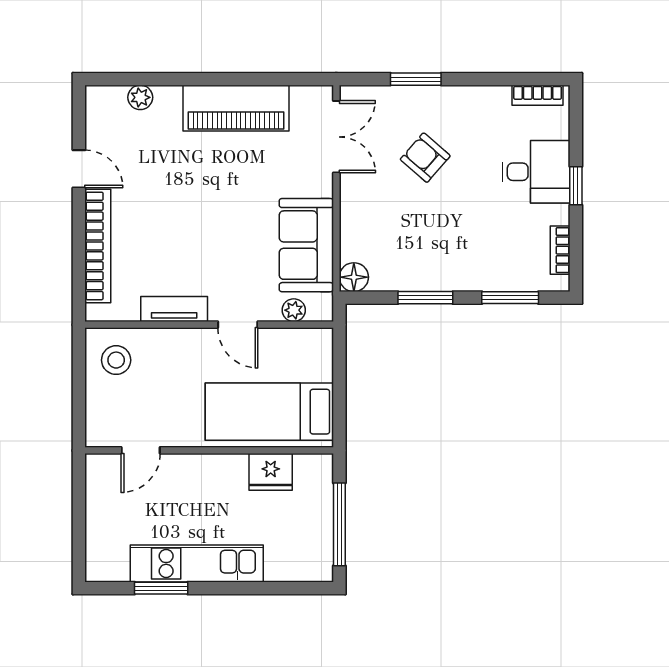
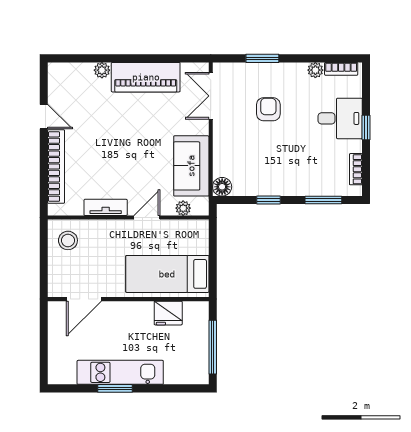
plant: (140, 97) -> (102, 70), moved
plant: (498, 97) -> (315, 70), added
double door: (336, 137) -> (211, 96), swing flipped
armchair: (425, 158) -> (268, 109), turned 49
window: (425, 298) -> (268, 200), width x0.67
door: (238, 325) -> (147, 218), swing flipped
door: (141, 450) -> (84, 299), width x1.38
window: (161, 588) -> (115, 388), moved

